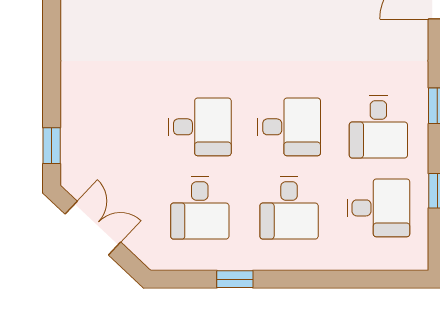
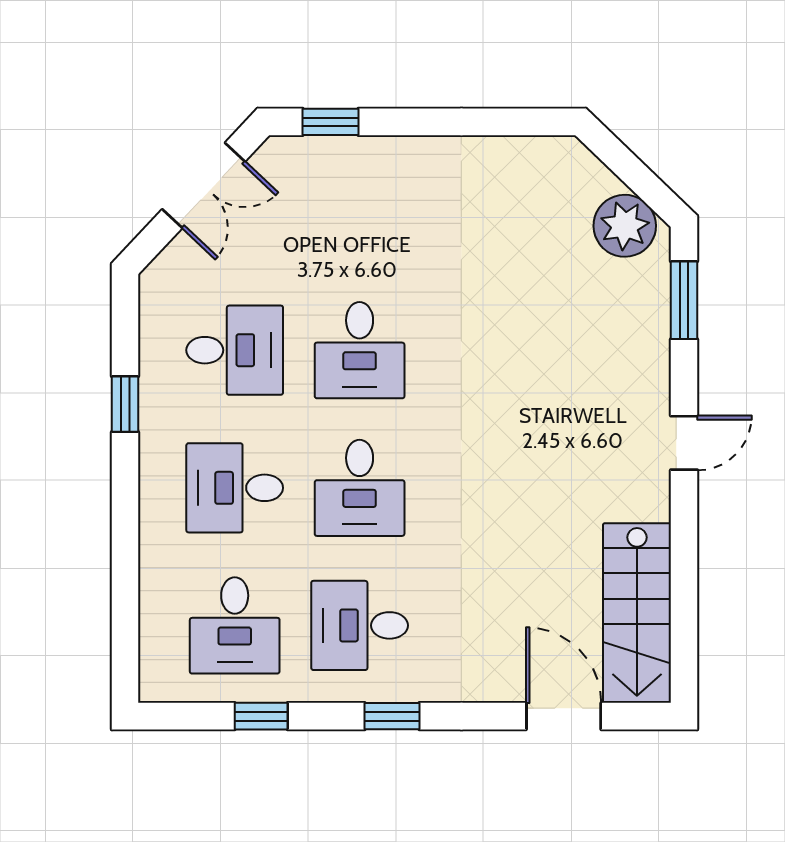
desk: (200, 208) -> (235, 350), turned 180

